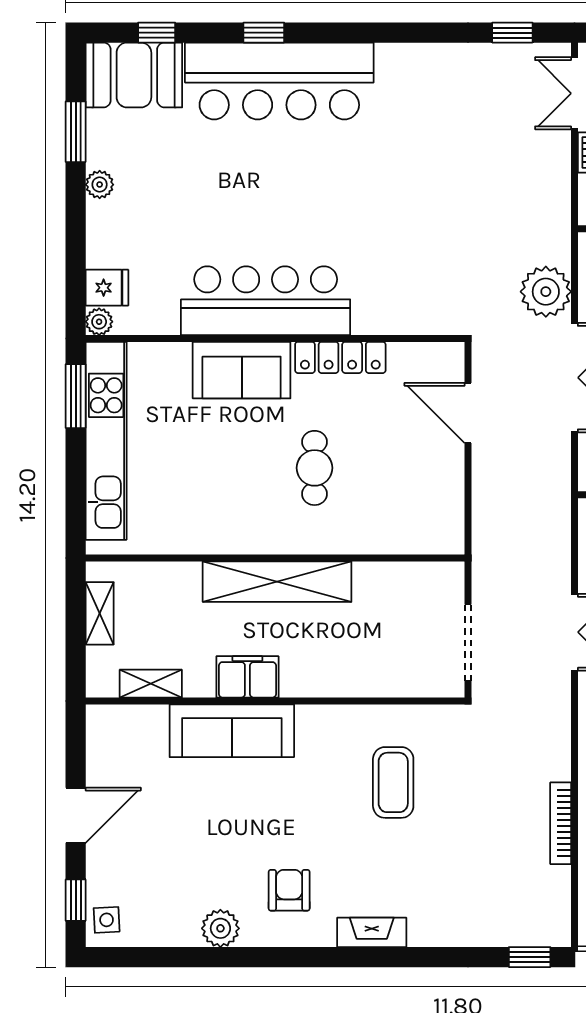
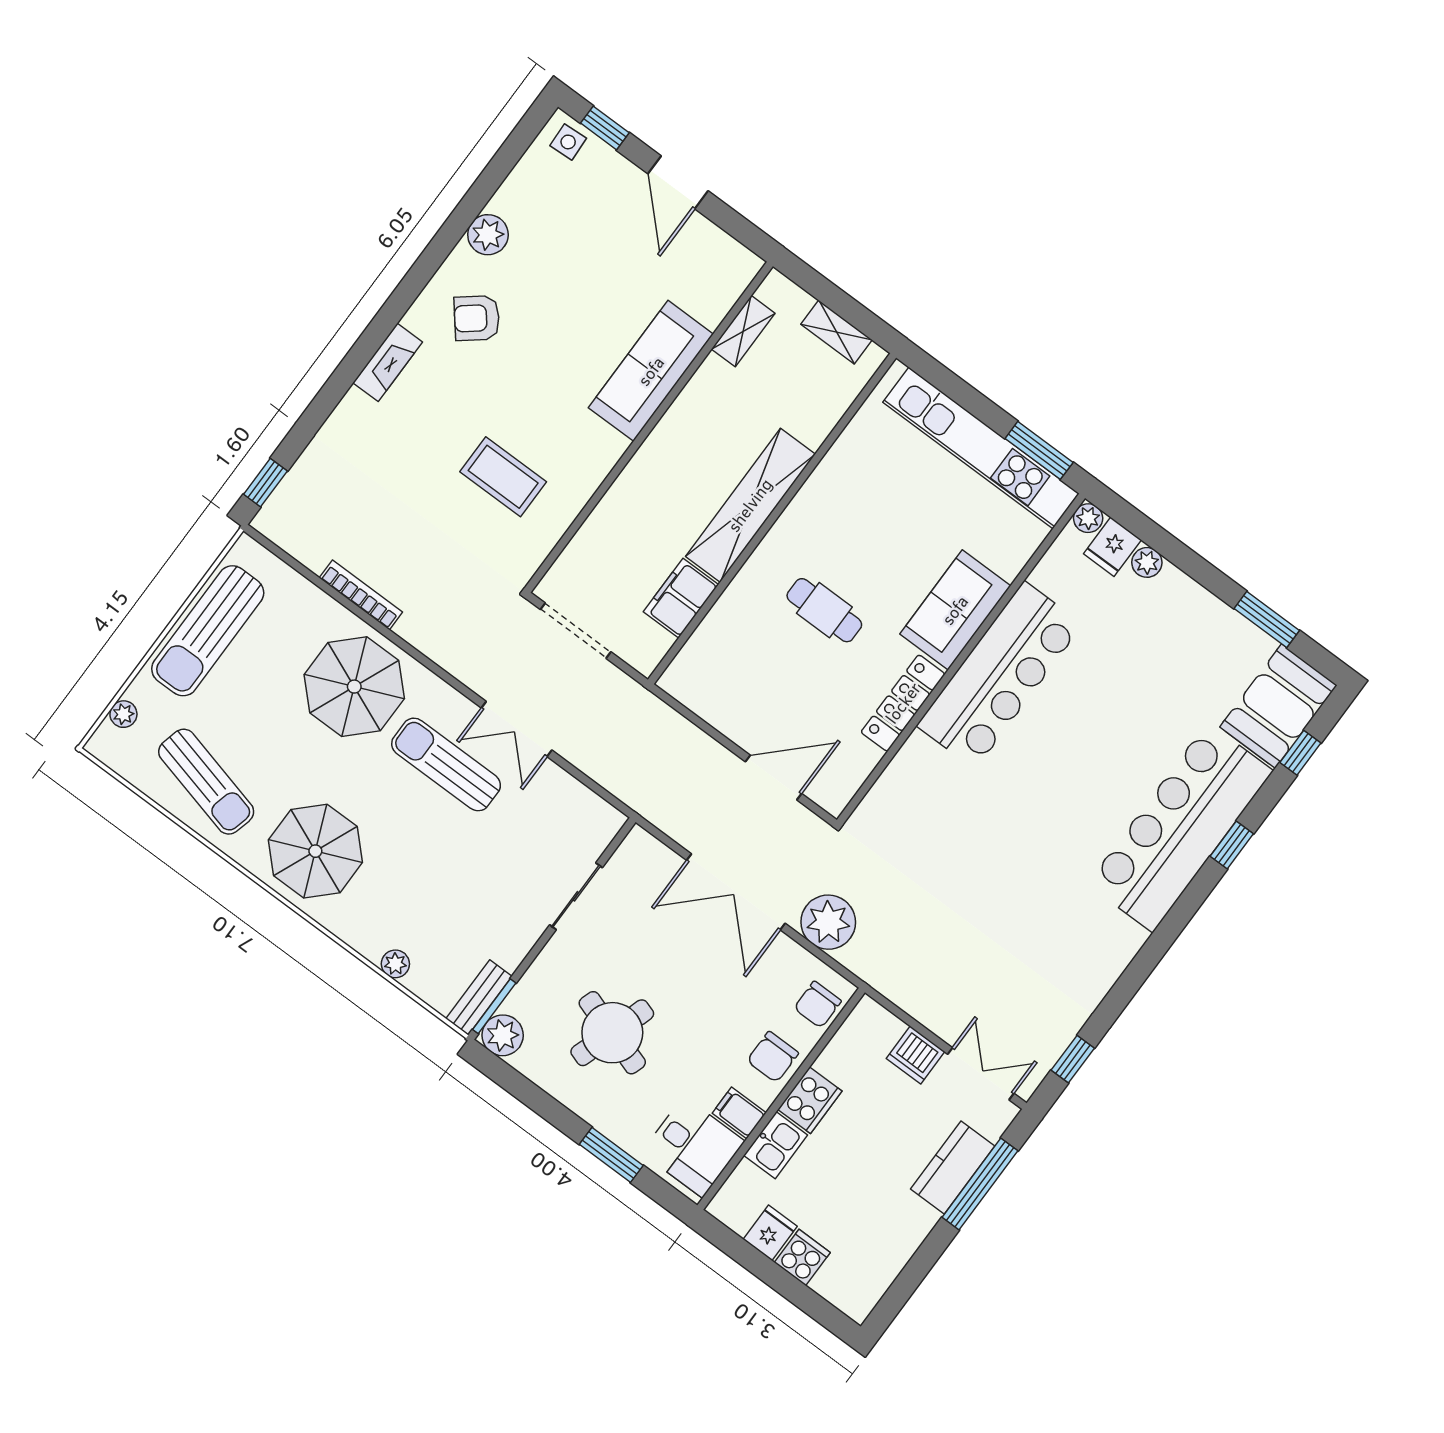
plant: (100, 185) -> (1147, 562), moved
filing cabinet: (247, 677) -> (681, 598), moved, turned 180
armchair: (289, 890) -> (477, 318), turned 141

